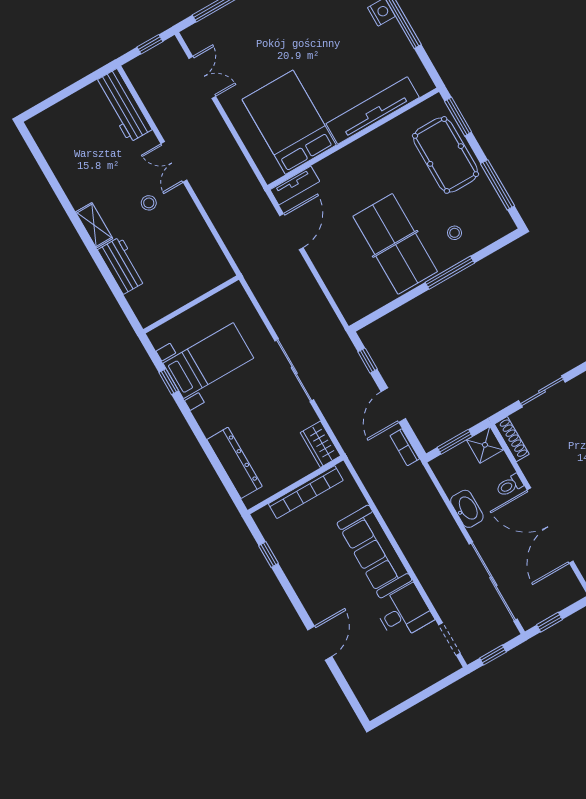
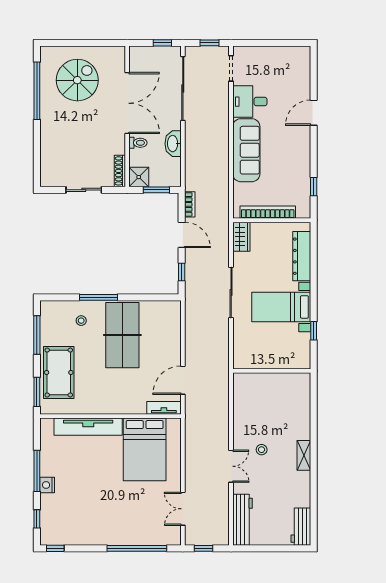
workbench: (122, 265) -> (301, 527), moved
bed with nightstands: (208, 361) -> (281, 307), moved
door: (393, 405) -> (182, 235), hinge flipped

